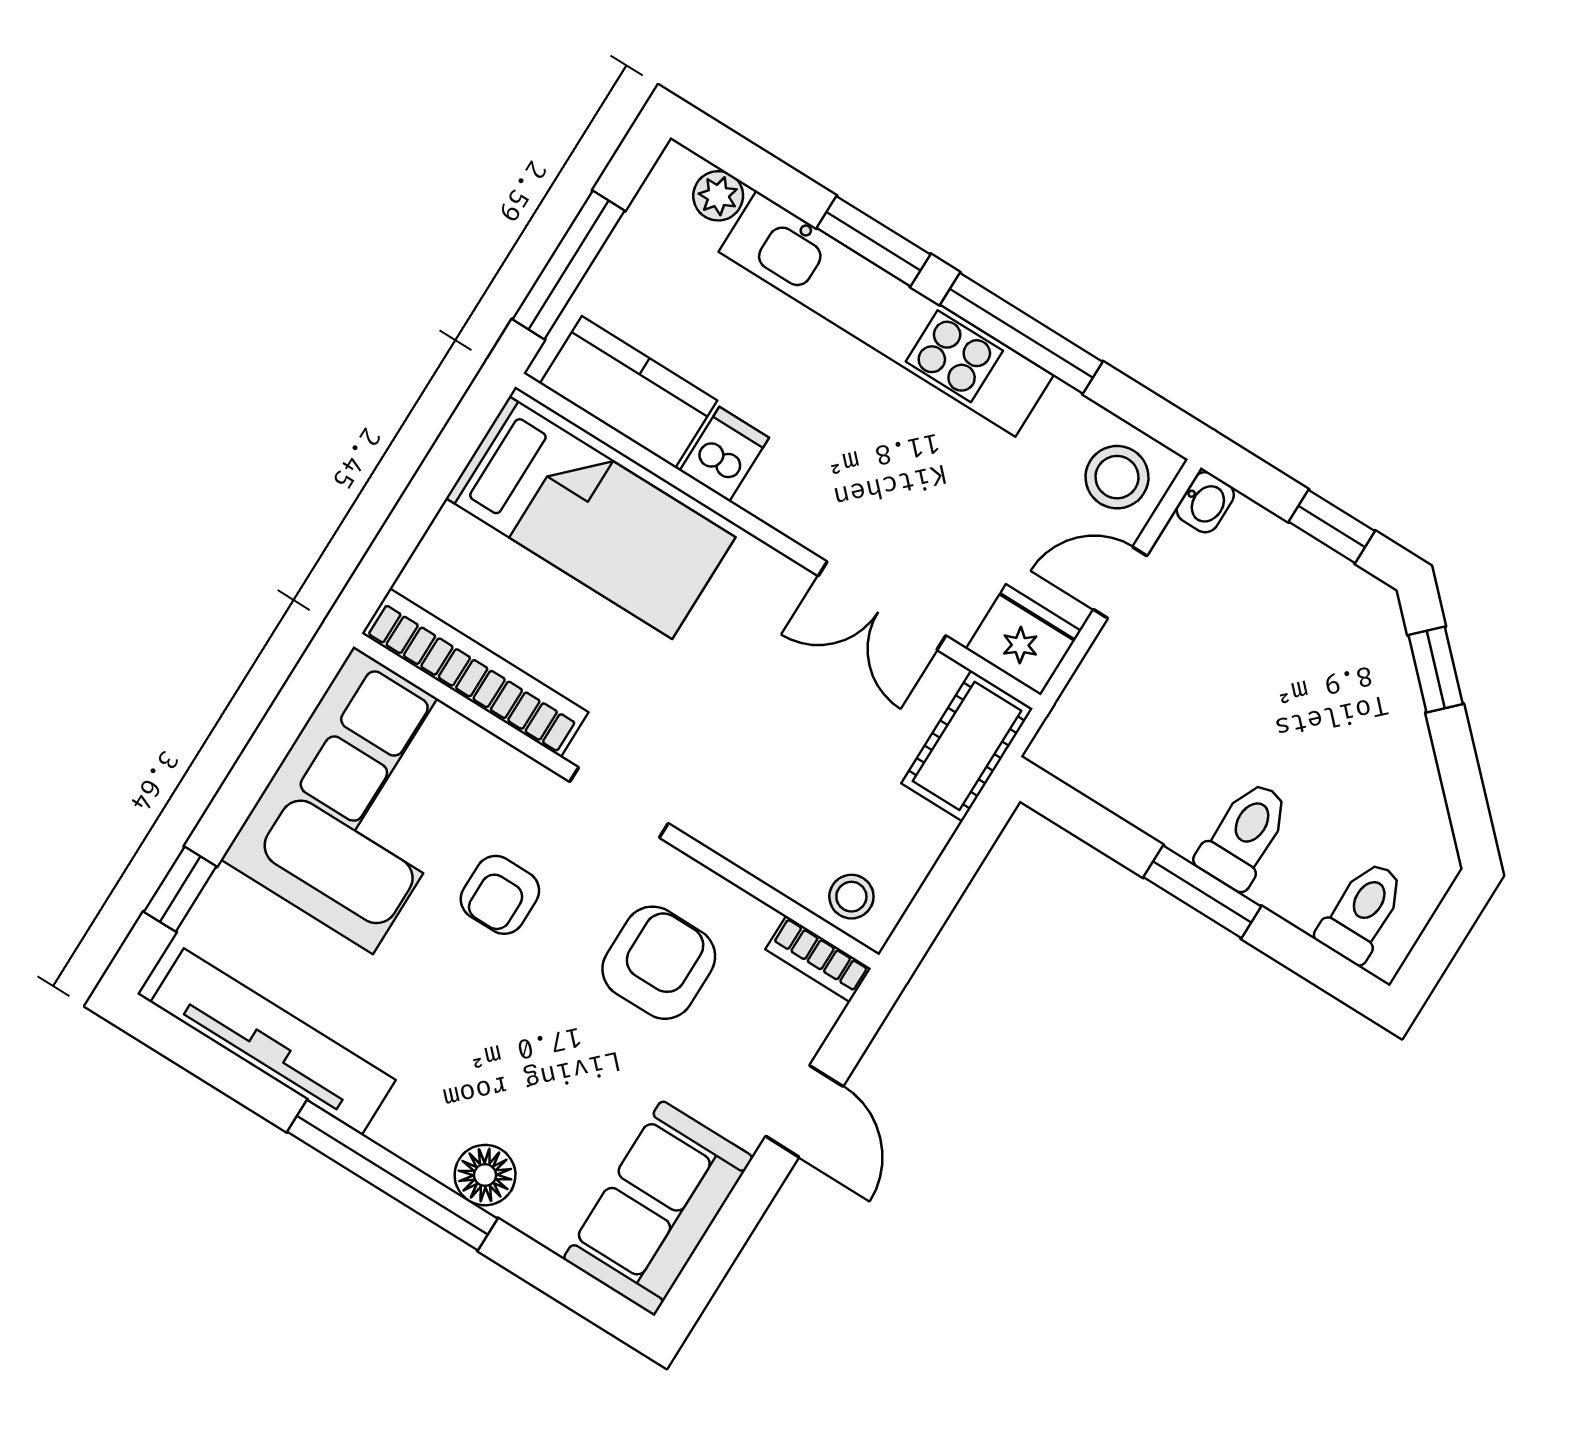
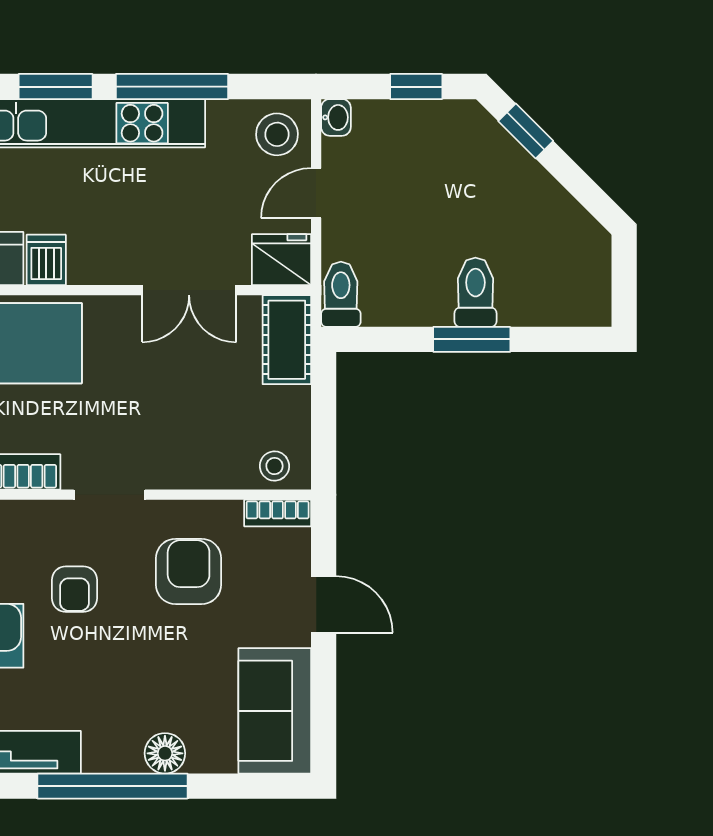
toilet: (1362, 912) -> (341, 294), moved

